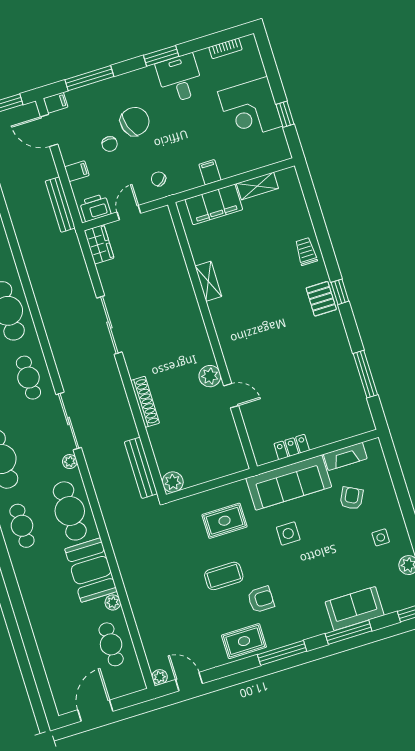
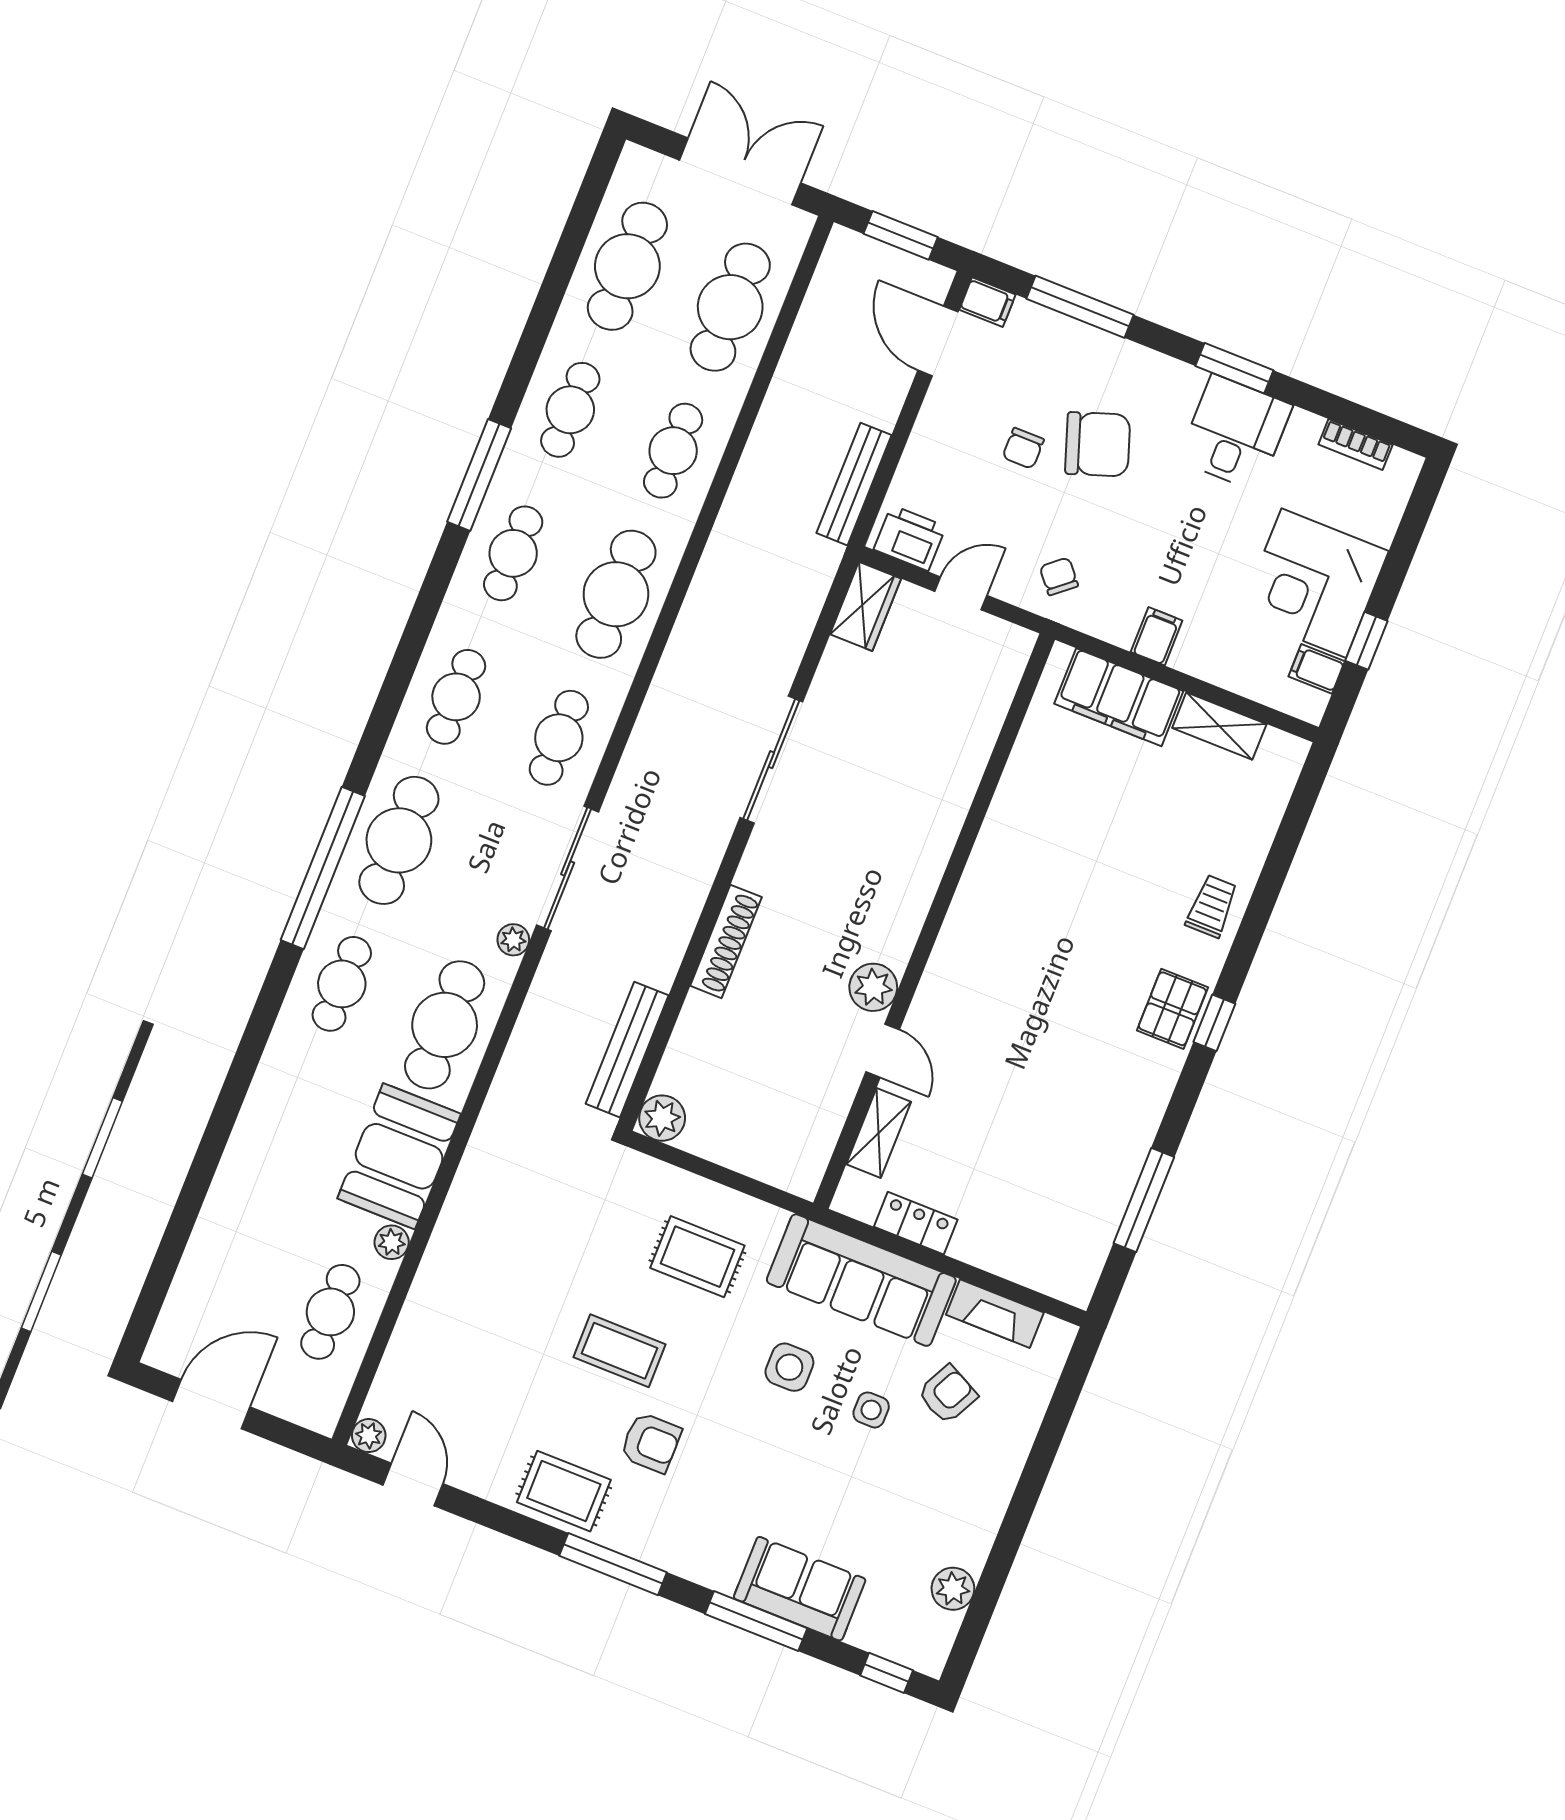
filing cabinet: (77, 171) -> (1317, 669), moved, turned 180
shelving: (208, 281) -> (879, 1133), moved
side table: (381, 537) -> (871, 1410), moved

